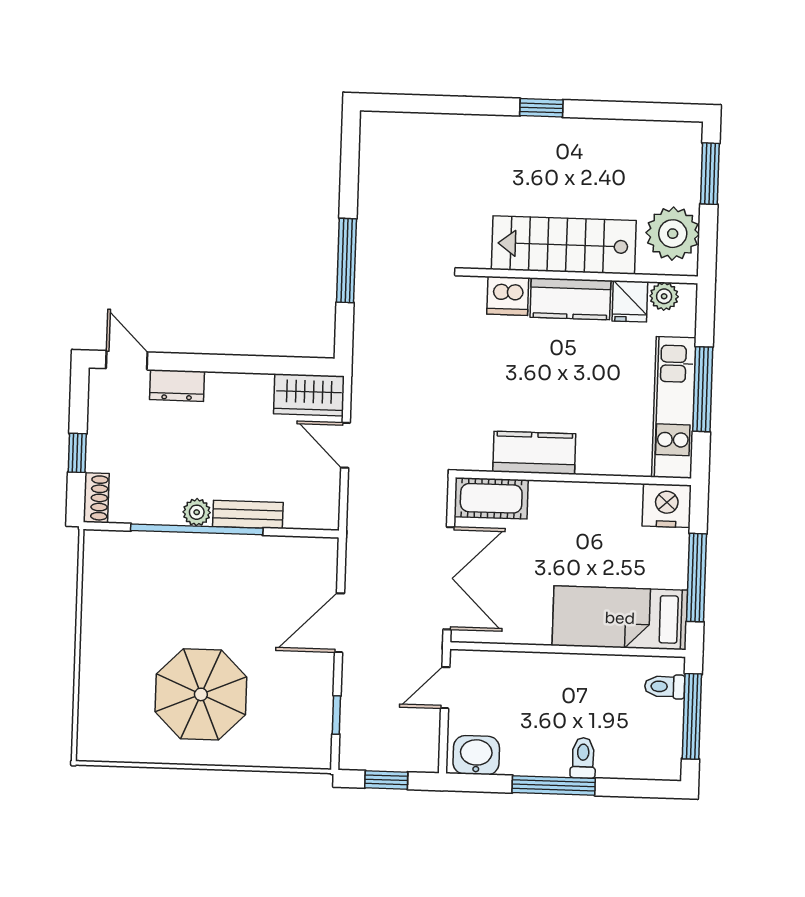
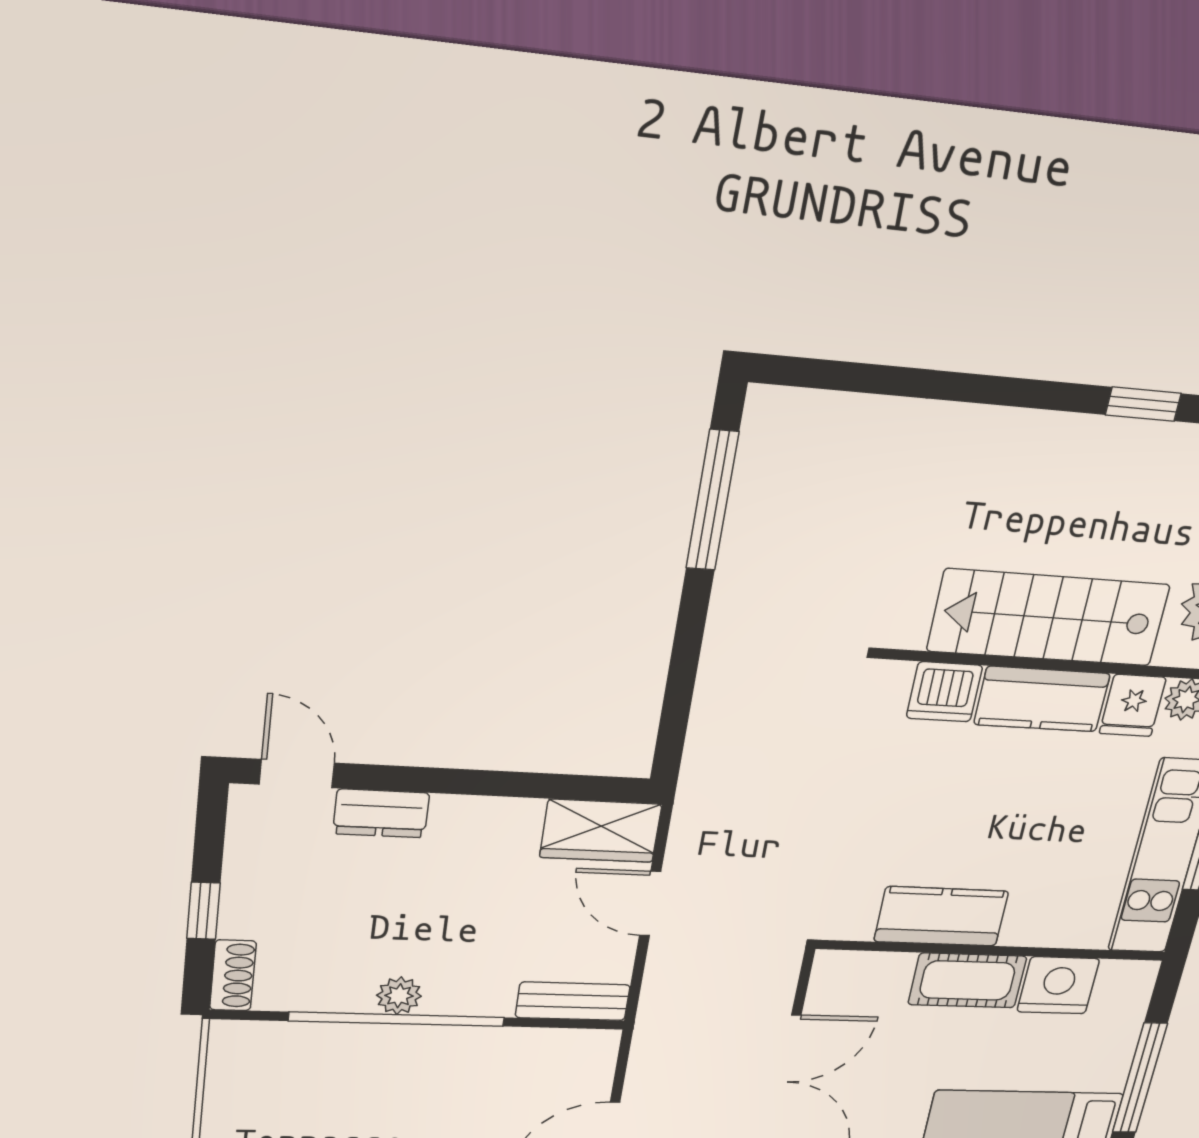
window: (541, 108) -> (1143, 404), moved
window: (346, 260) -> (712, 500), moved
cot: (491, 498) -> (967, 980), moved
nightstand: (667, 506) -> (1058, 985), moved
bench: (248, 514) -> (573, 1001), moved

